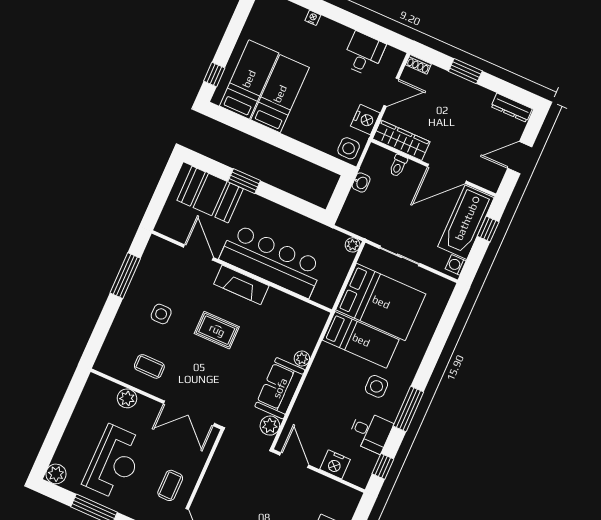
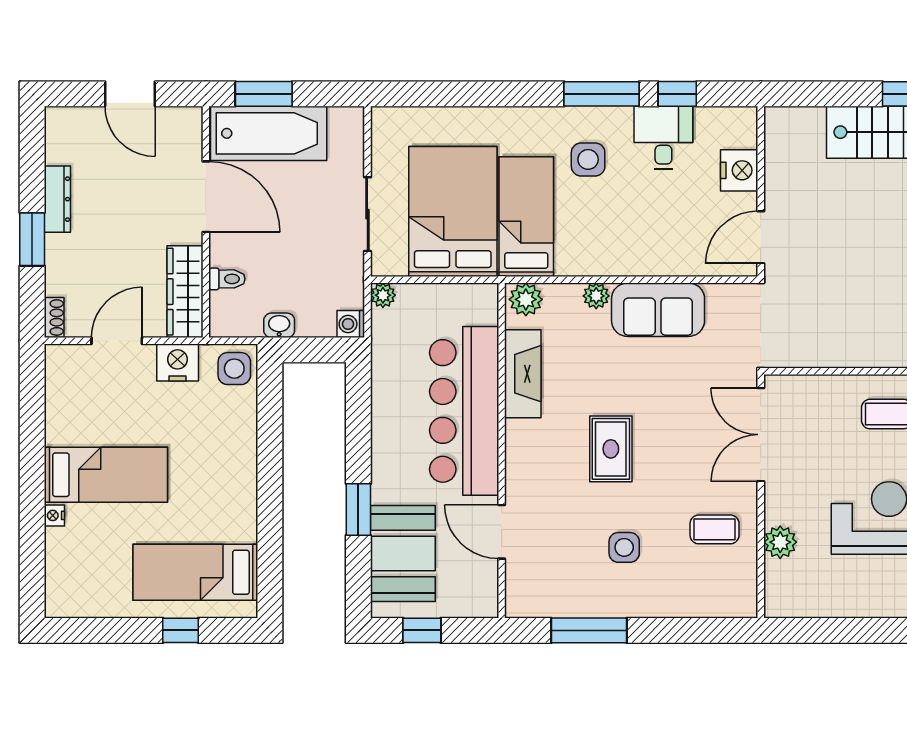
desk: (364, 54) -> (76, 411), removed
window: (214, 75) -> (181, 630), moved
door: (391, 92) -> (117, 341), hinge flipped
bed: (280, 94) -> (106, 475), moved, turned 180
dresser: (512, 108) -> (57, 199), moved
window: (165, 187) -> (422, 630), added
window: (488, 229) -> (264, 94), width x1.50
door: (198, 252) -> (502, 532), hinge flipped
washing machine: (456, 265) -> (351, 324), moved, turned 90
fireplace: (241, 285) -> (523, 374), moved
coffee table: (149, 366) -> (715, 529), turned 90
double door: (189, 413) -> (761, 435), swing flipped
plant: (270, 426) -> (526, 299), moved
window: (383, 466) -> (677, 94), moved

